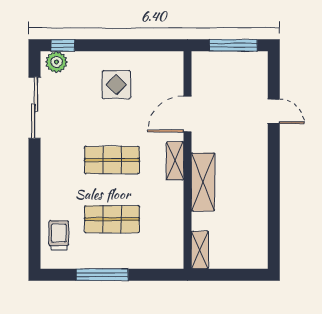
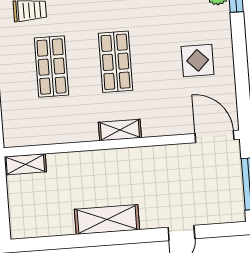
door: (187, 114) -> (215, 137), moved
shelving: (203, 182) -> (107, 219), moved

